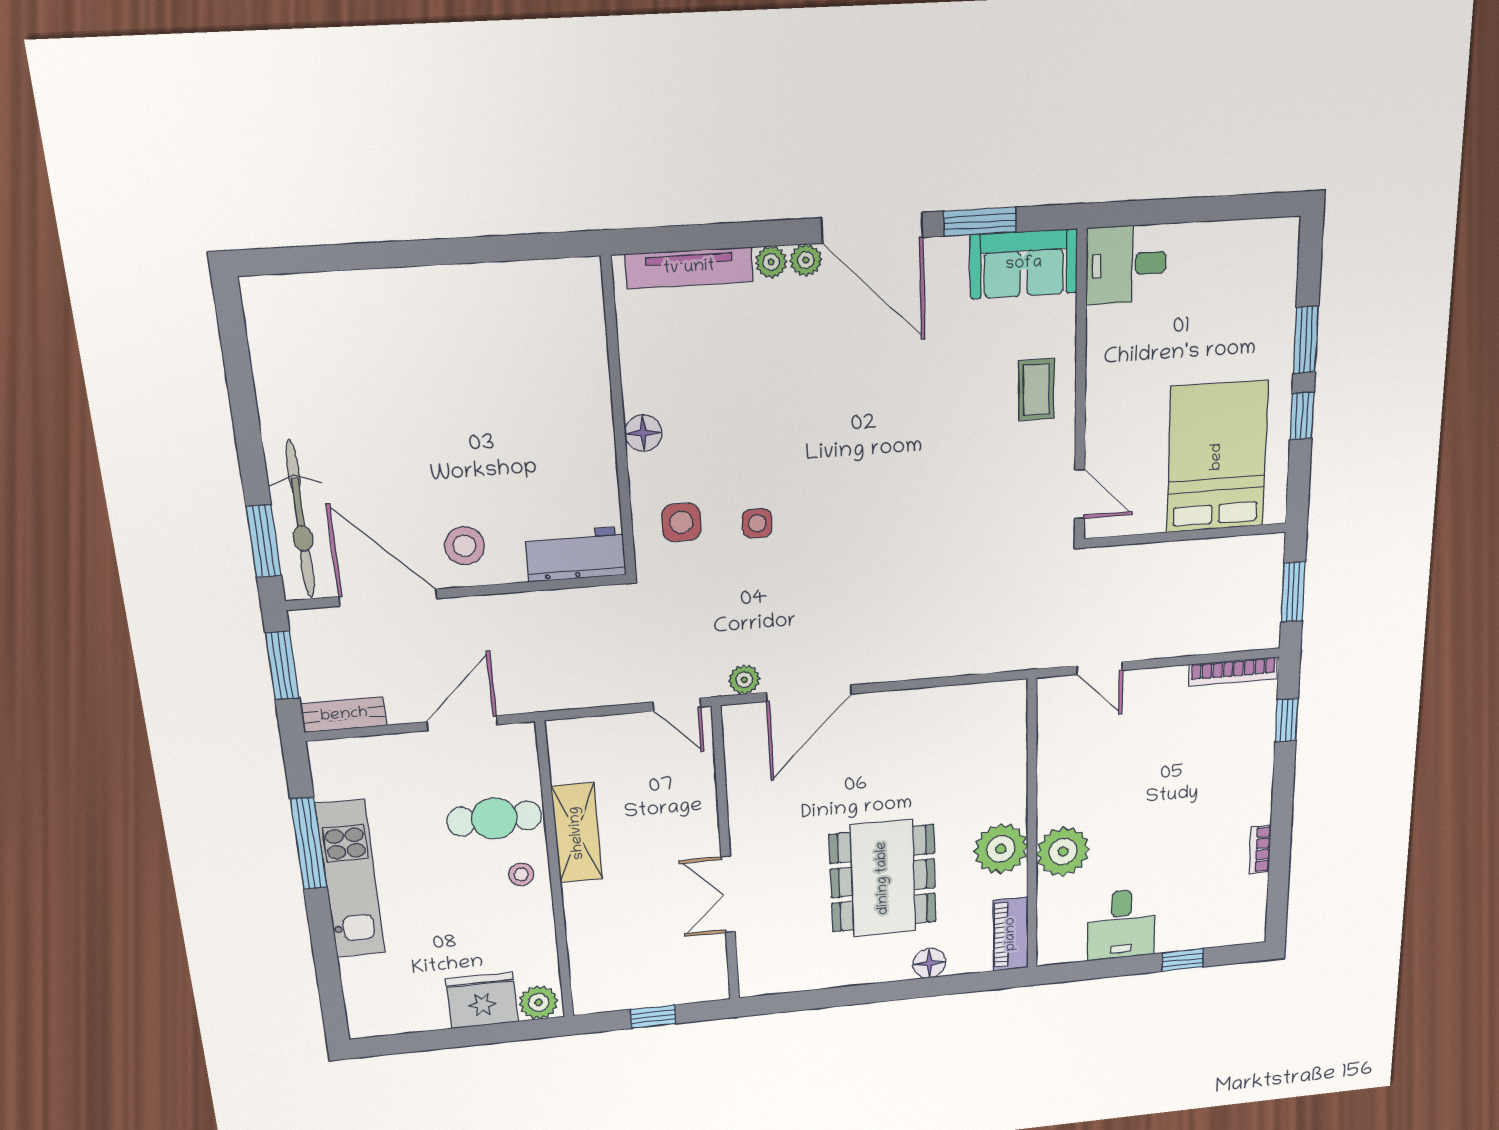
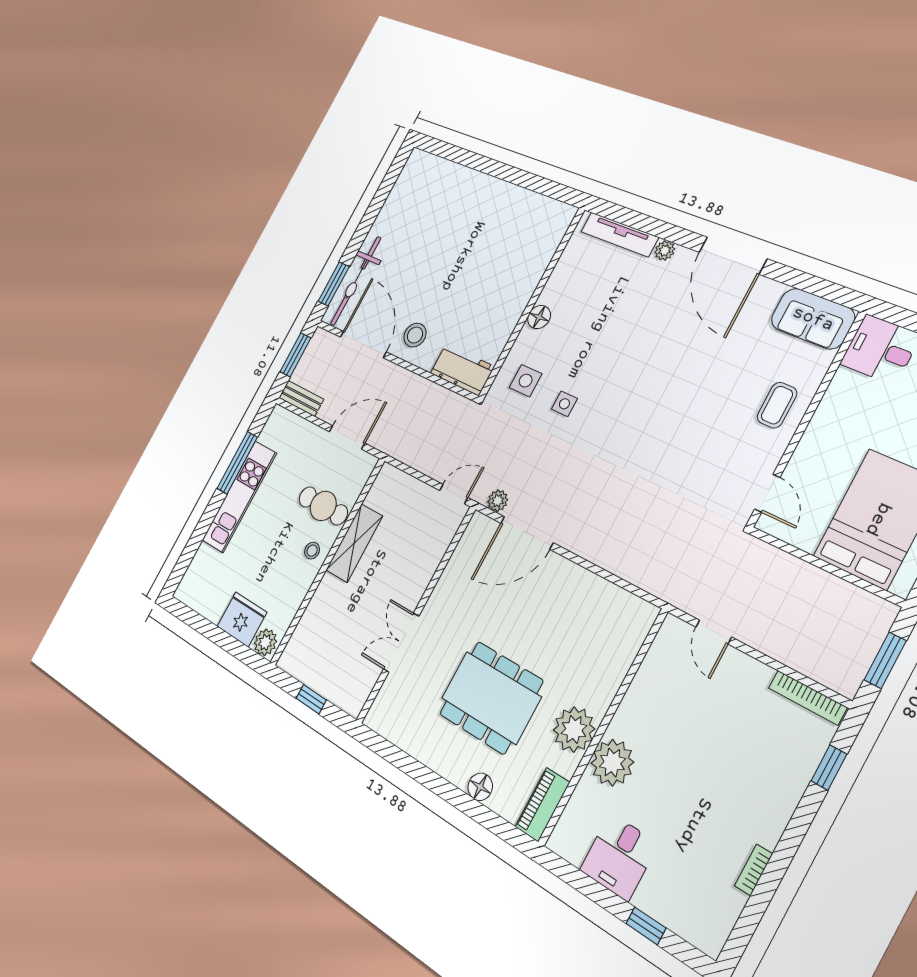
window: (980, 222) -> (799, 280), removed
plant: (806, 260) -> (684, 258), removed
door: (677, 705) -> (454, 494), swing flipped
dining table: (883, 878) -> (491, 697), turned 90

